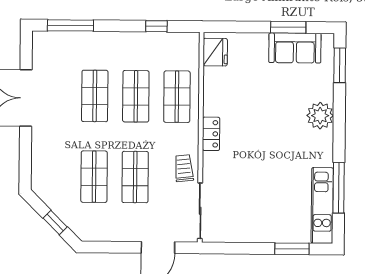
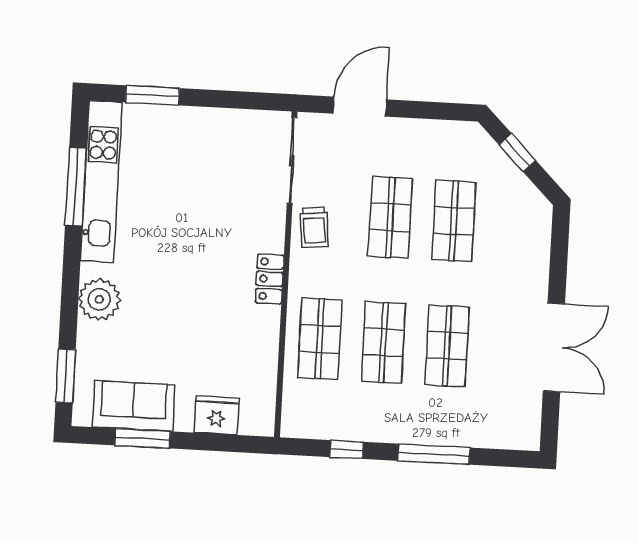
window: (70, 25) -> (434, 454), moved
fridge: (215, 52) -> (217, 415), moved, turned 90
kitchen unit: (322, 205) -> (101, 182), width x1.36

